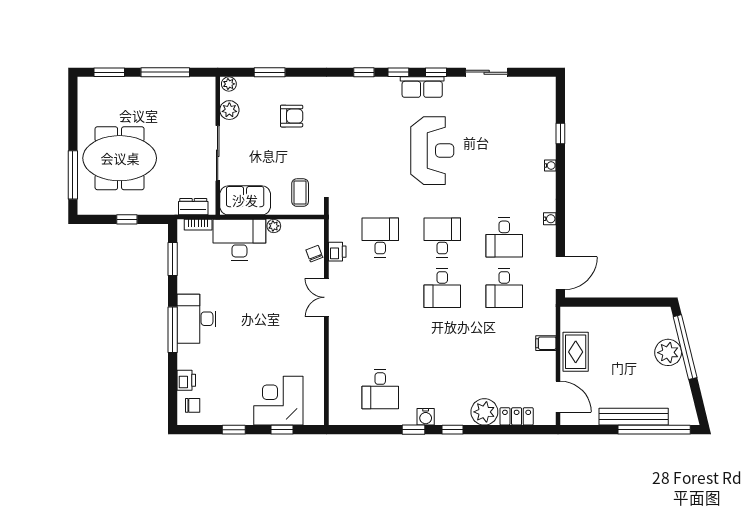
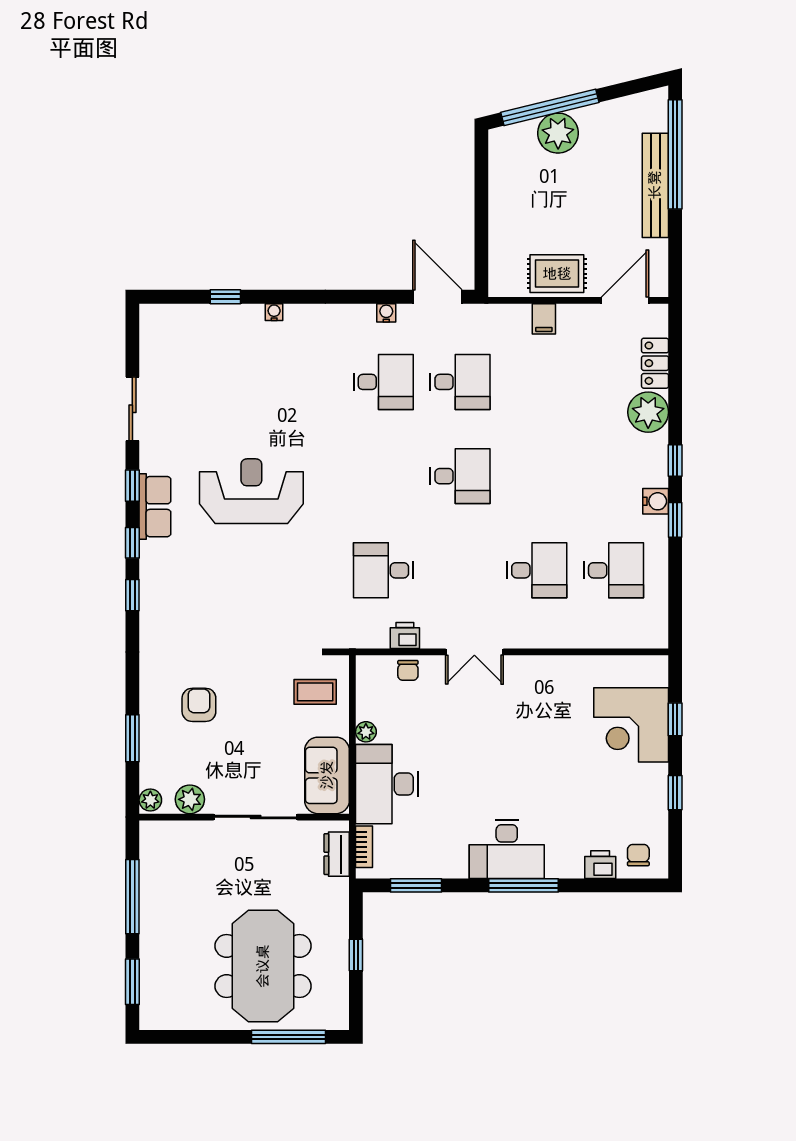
water cooler: (550, 219) -> (386, 313), moved
desk: (442, 237) -> (537, 570), moved, turned 180
chair: (314, 254) -> (408, 670), turned -69

